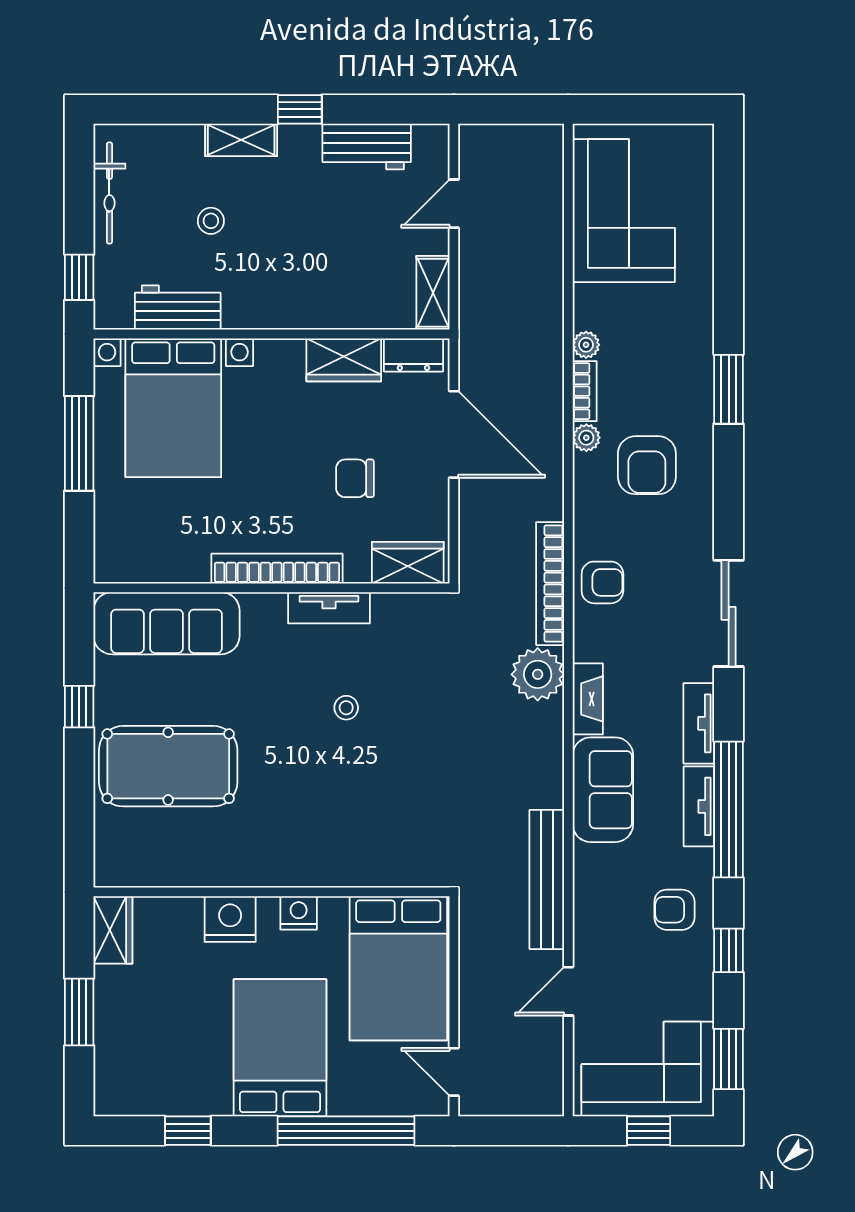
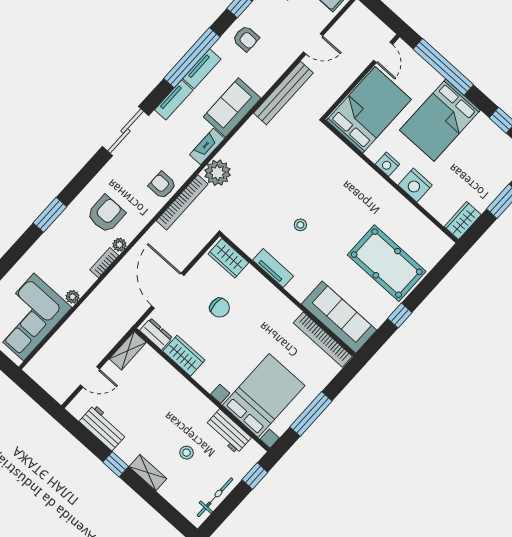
plant: (586, 345) -> (72, 297), moved
bookcase: (277, 569) -> (323, 340), moved

